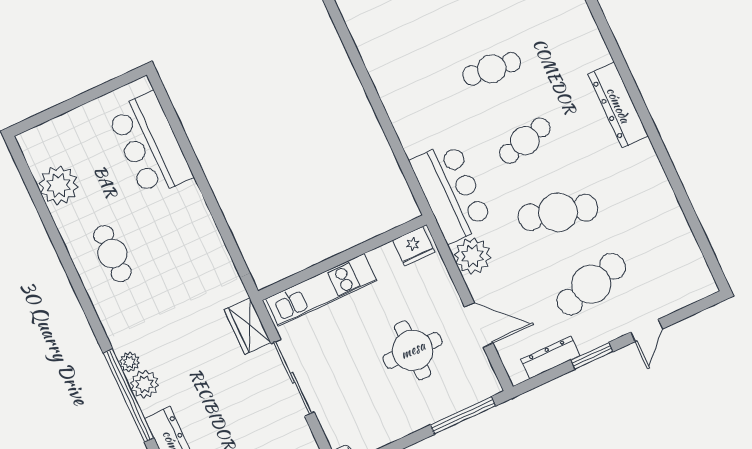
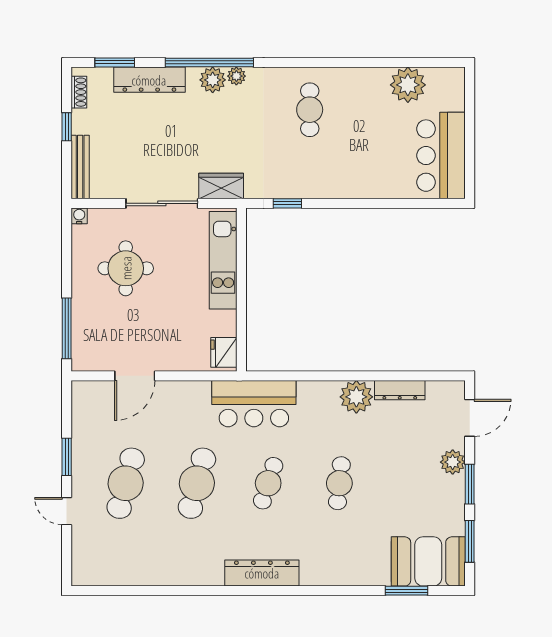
cafe table: (525, 141) -> (268, 483), turned 33
bar counter: (150, 145) -> (441, 156), moved, turned -90
window: (234, 251) -> (287, 203), added
cafe table: (112, 254) -> (310, 110), moved, turned 90
plant: (473, 256) -> (356, 397), moved
cafe table: (591, 284) -> (126, 483), turned 30
round table: (413, 350) -> (126, 268), moved
dresser: (550, 358) -> (400, 390), moved, turned 90

